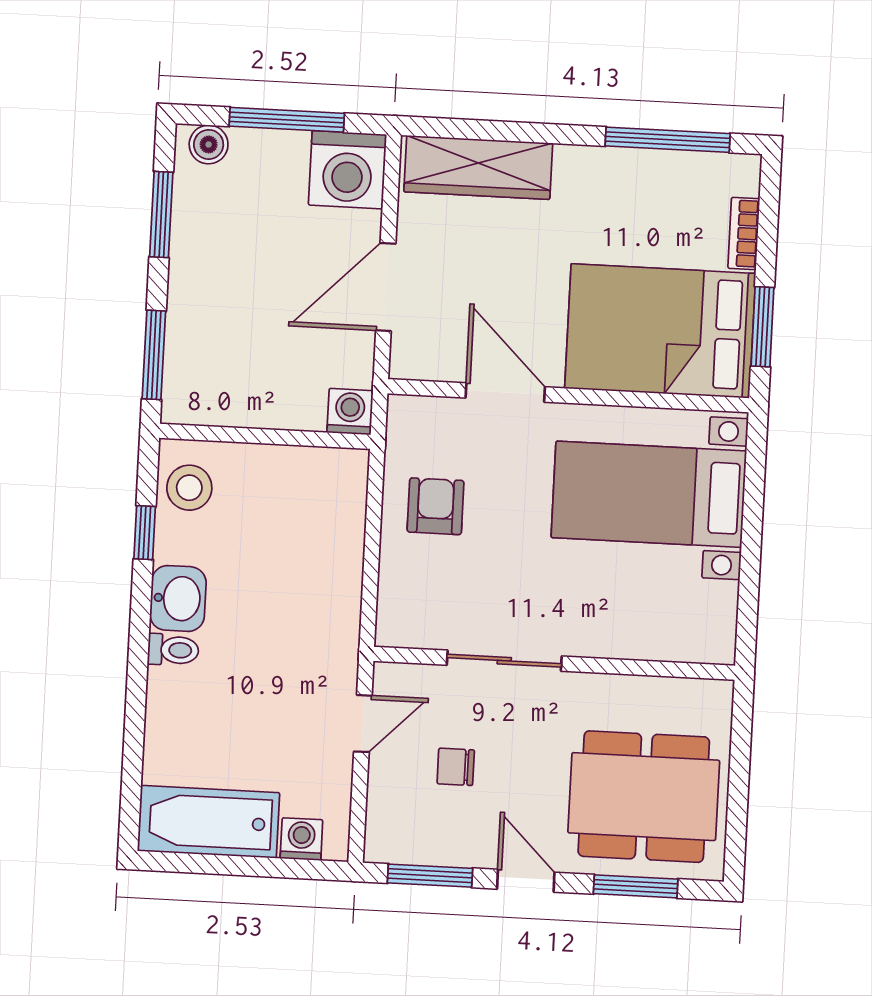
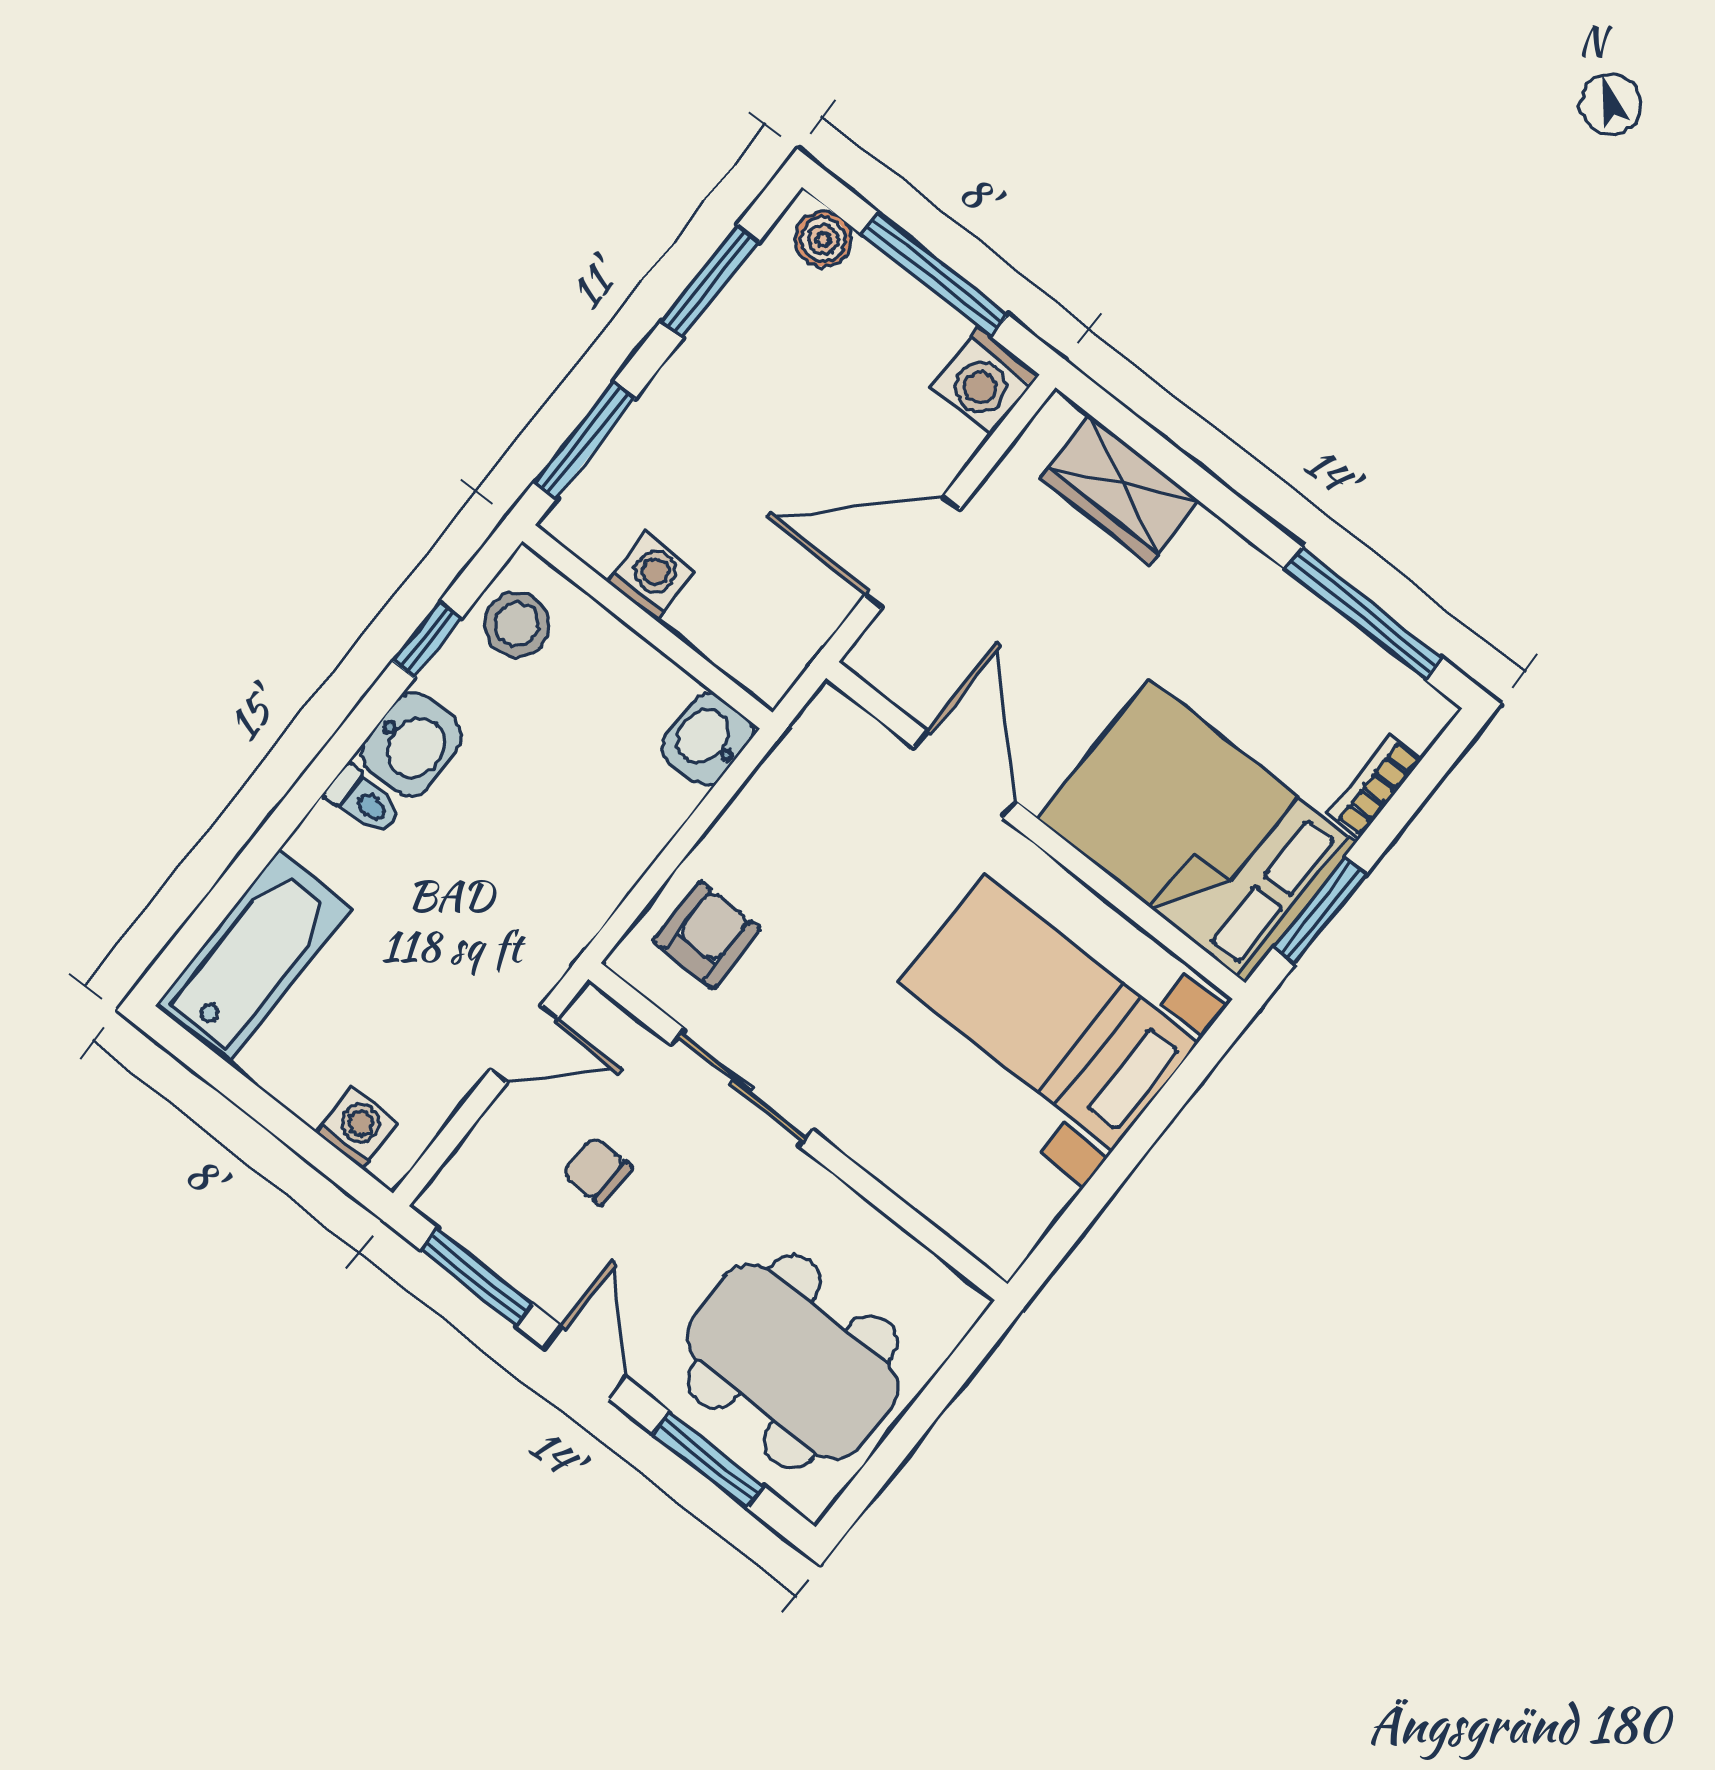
wardrobe: (478, 167) -> (1119, 489), width x0.67
washing machine: (347, 170) -> (985, 381), width x0.73, depth x0.73
washing machine: (350, 412) -> (651, 577), moved
washbasin: (344, 477) -> (707, 739), added
armchair: (436, 506) -> (707, 935), moved
bathtub: (209, 822) -> (254, 957), moved, turned 90

